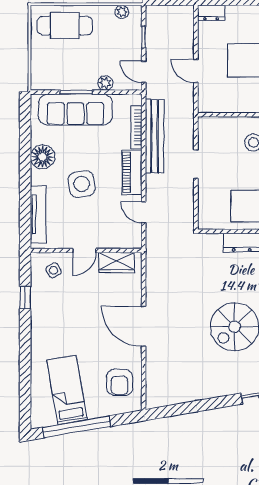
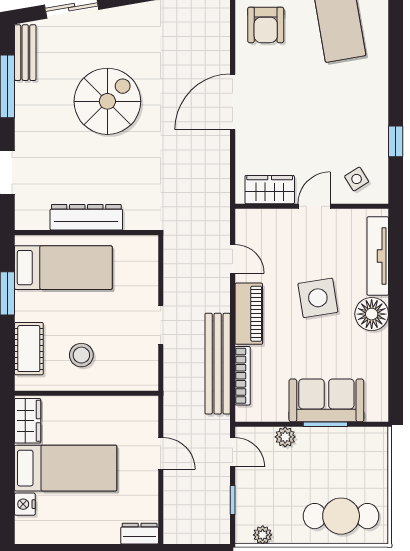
sofa: (75, 110) -> (326, 400), width x0.73
floor lamp: (43, 157) -> (372, 314), moved
door: (144, 326) -> (233, 102), swing flipped
armchair: (120, 382) -> (266, 25), turned 180

